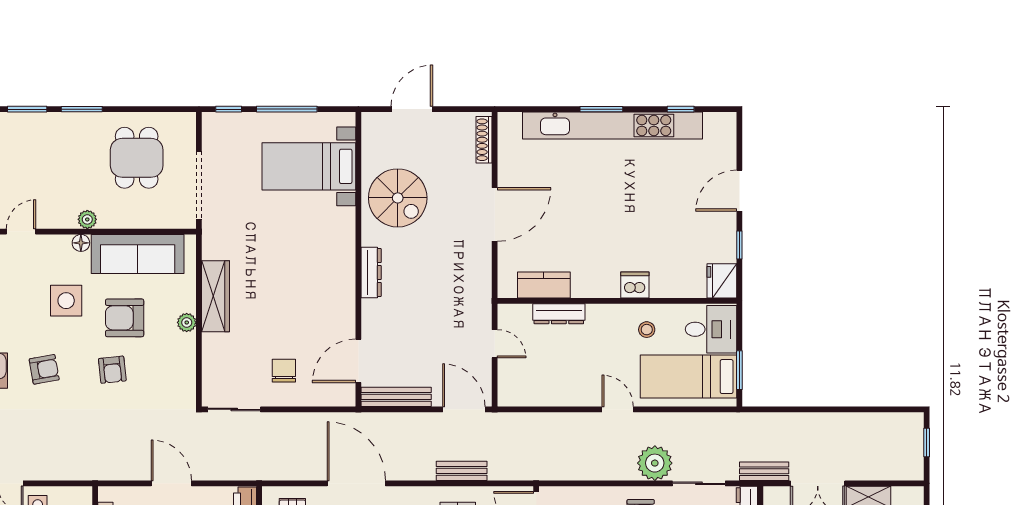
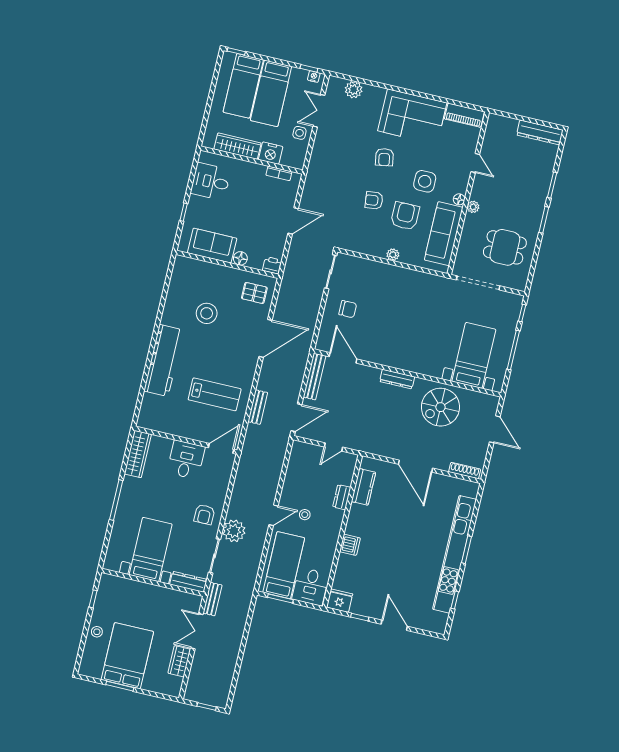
wardrobe: (216, 296) -> (405, 277), removed
dresser: (559, 314) -> (342, 497), width x0.70
stool: (647, 330) -> (305, 515), moved

